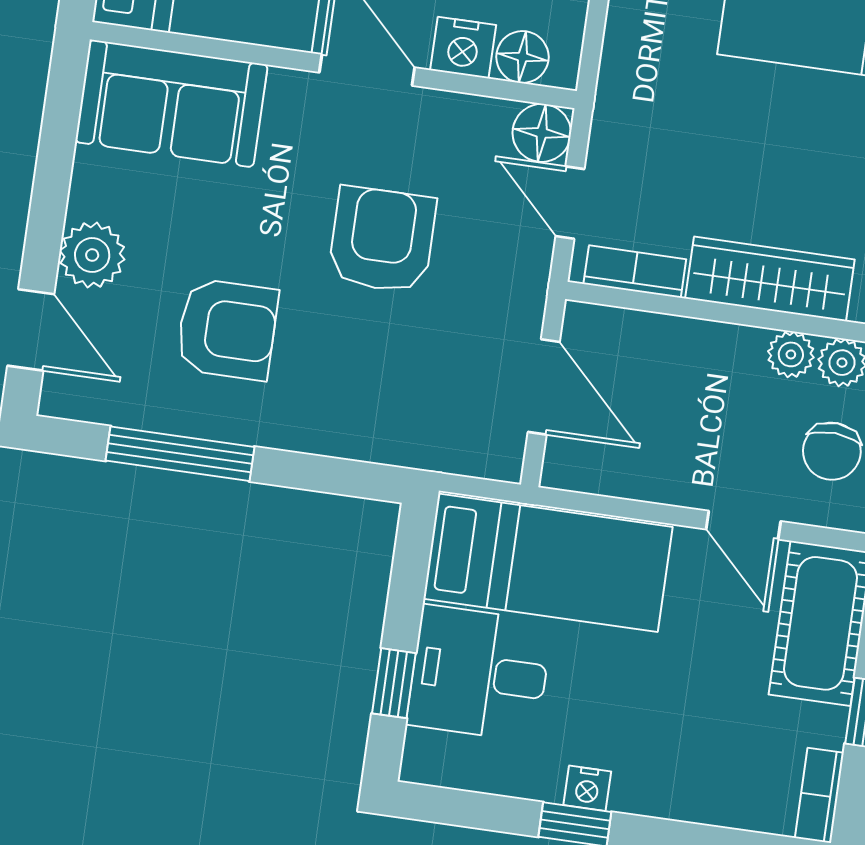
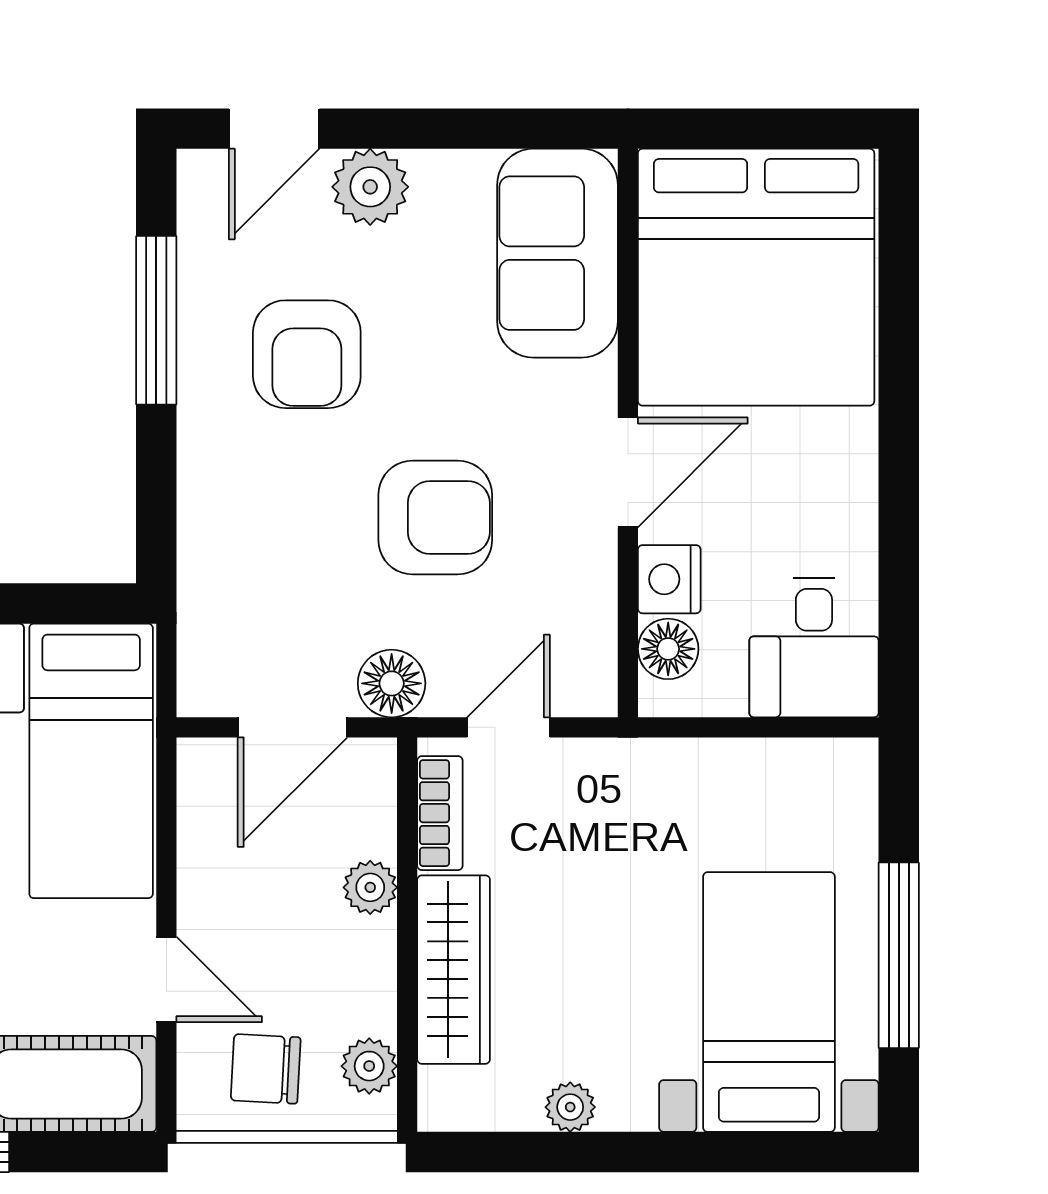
floor lamp: (542, 133) -> (392, 683), moved
plant: (791, 354) -> (370, 887), moved
door: (743, 525) -> (166, 979), swing flipped

